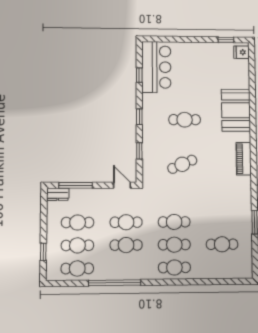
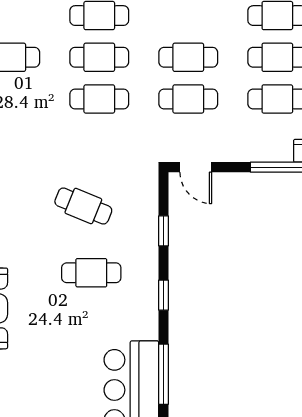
window: (139, 75) -> (164, 374), width x2.17
cafe table: (185, 120) -> (91, 273), moved
cafe table: (182, 164) -> (83, 206), turned 45

